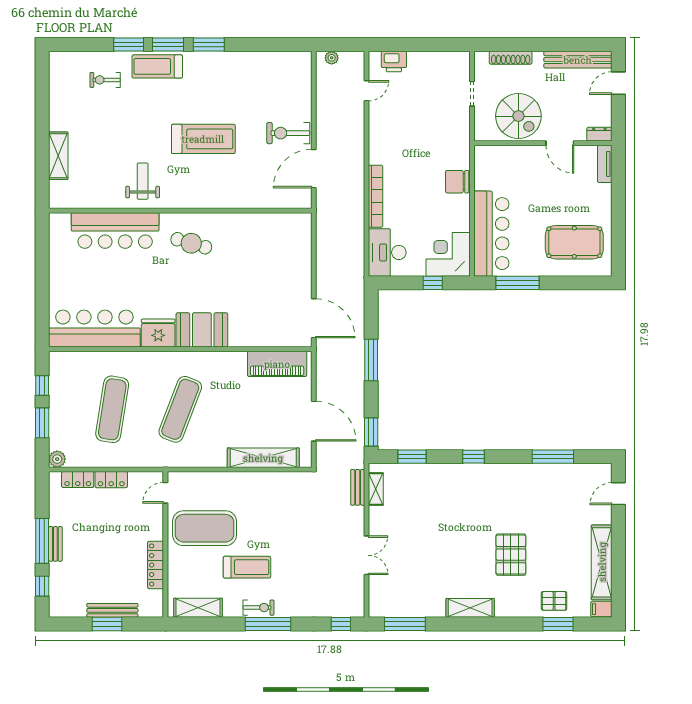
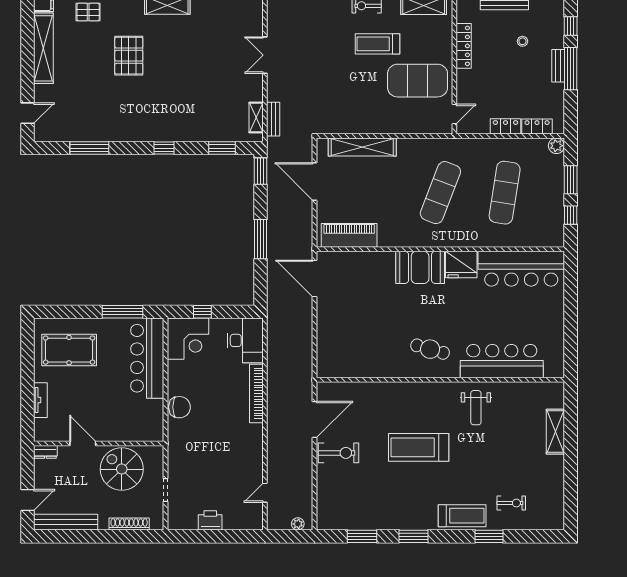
window: (168, 45) -> (362, 536), moved
printer: (394, 62) -> (210, 520), moved
tv unit: (605, 164) -> (40, 400), moved
stool: (93, 570) -> (523, 41), added

